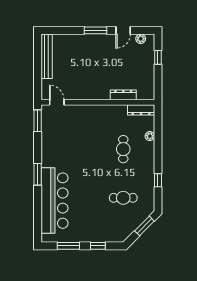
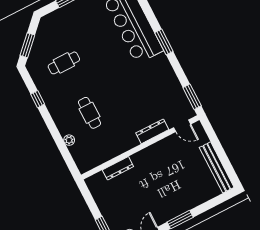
dresser: (141, 110) -> (152, 131), moved

